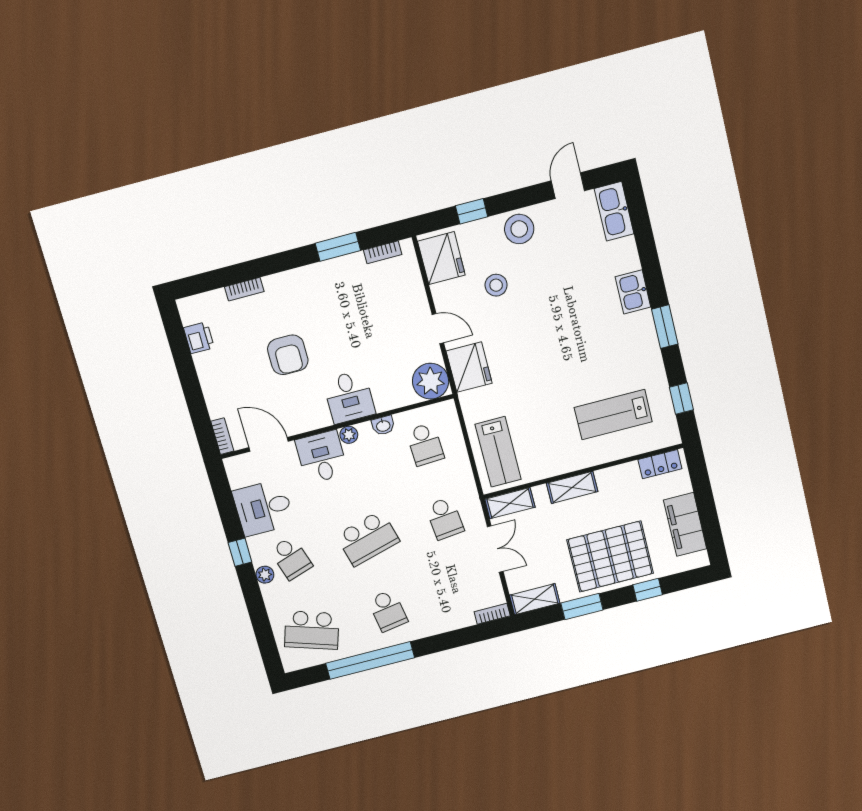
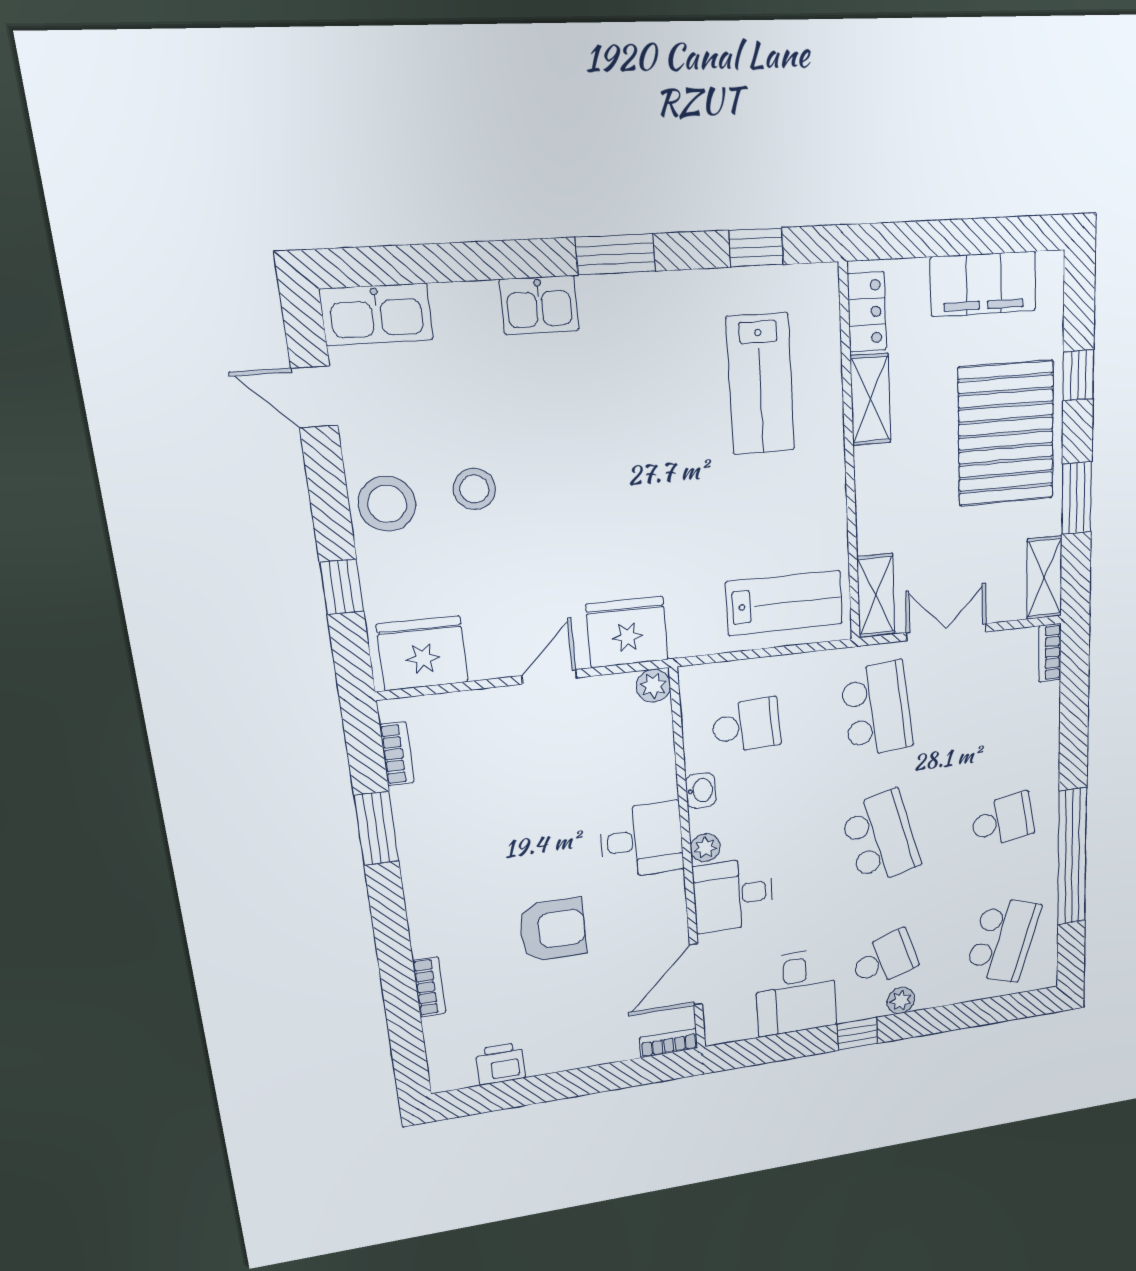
stool: (496, 285) -> (474, 489), moved
plant: (431, 381) -> (653, 686), width x0.53, depth x0.53
shelving: (572, 487) -> (870, 399), moved
school desk: (445, 518) -> (877, 709), width x1.85

